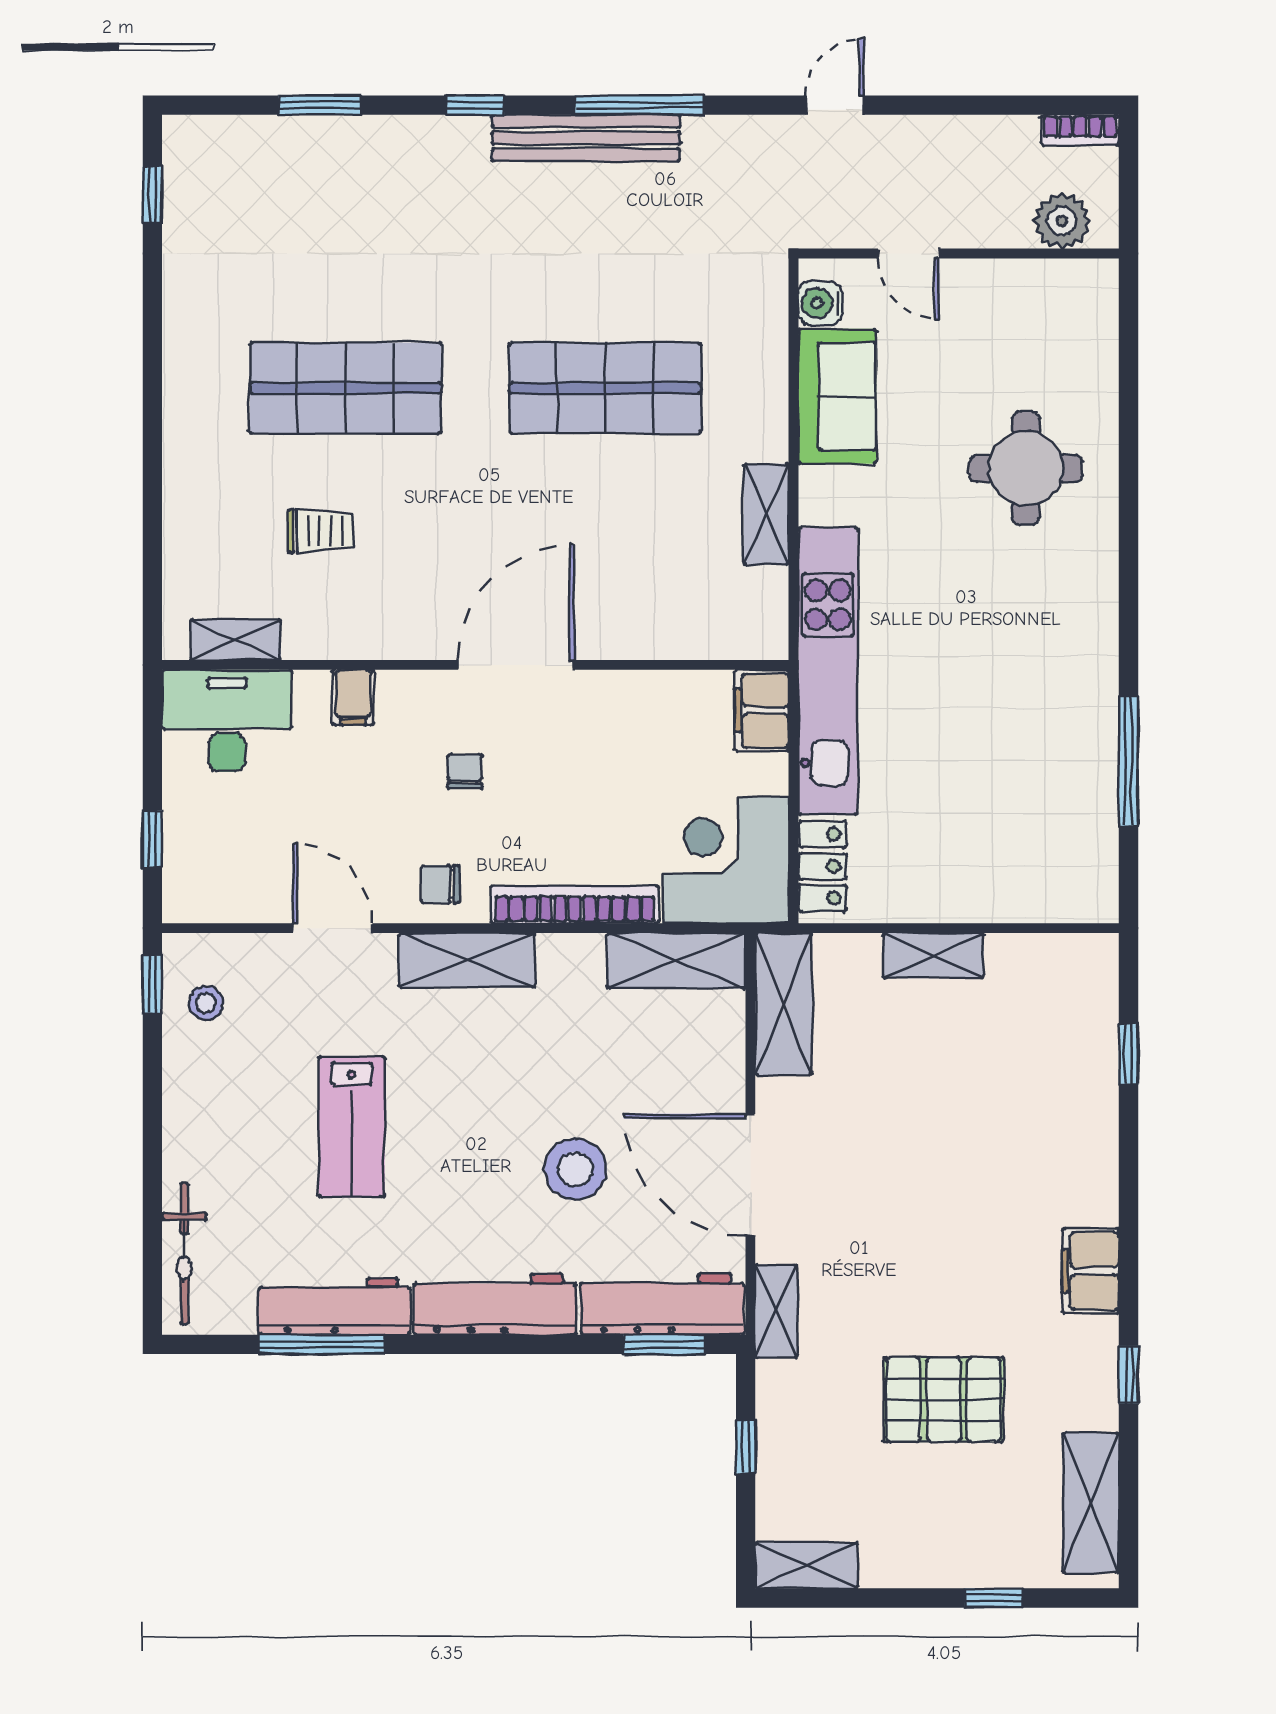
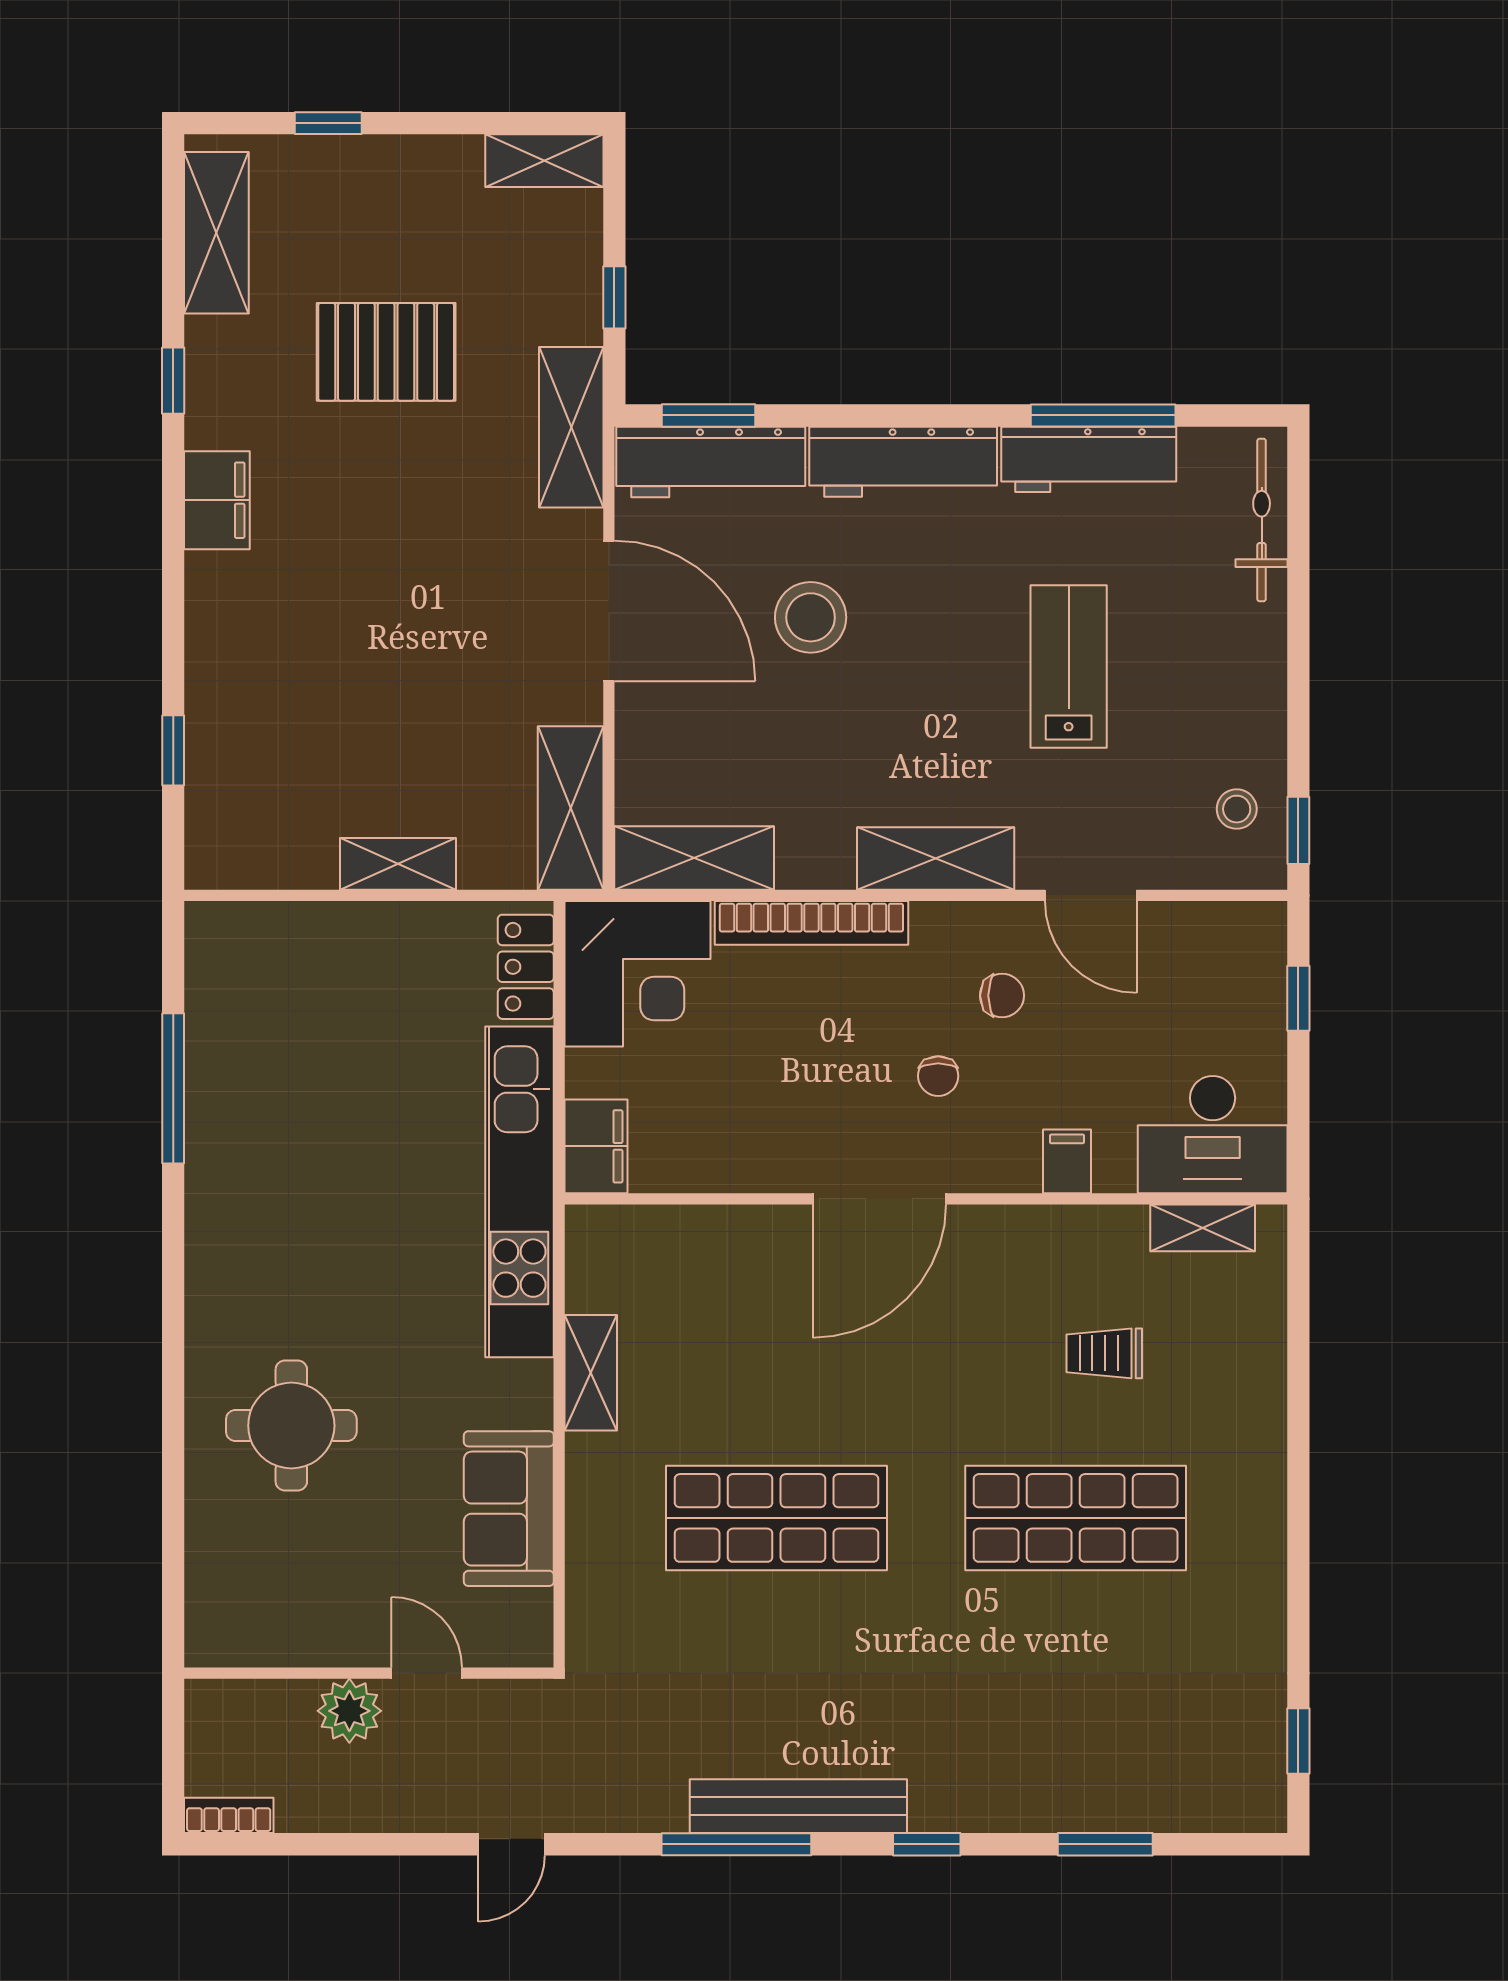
plant: (1062, 221) -> (349, 1711), moved
water cooler: (820, 303) -> (528, 1616), removed
chair: (441, 884) -> (1002, 996), moved
shelving: (776, 1311) -> (571, 427), width x1.50, depth x1.33

